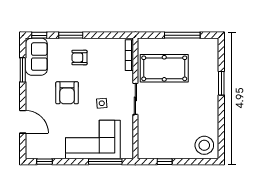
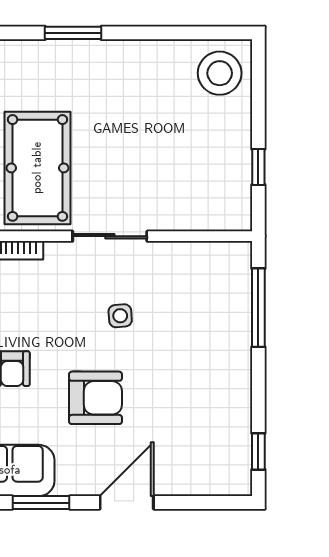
door: (23, 122) -> (127, 503), moved
corner sofa: (93, 140) -> (206, 337), removed

